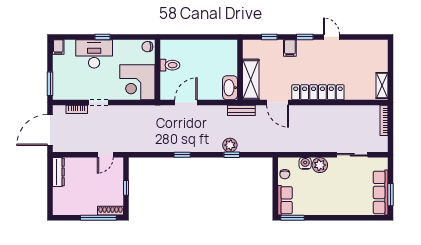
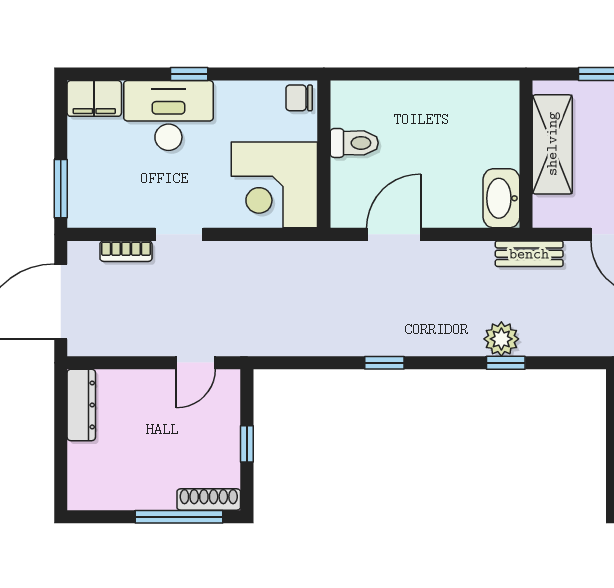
filing cabinet: (58, 47) -> (94, 98), width x2.00
shelving: (251, 79) -> (552, 144), moved

